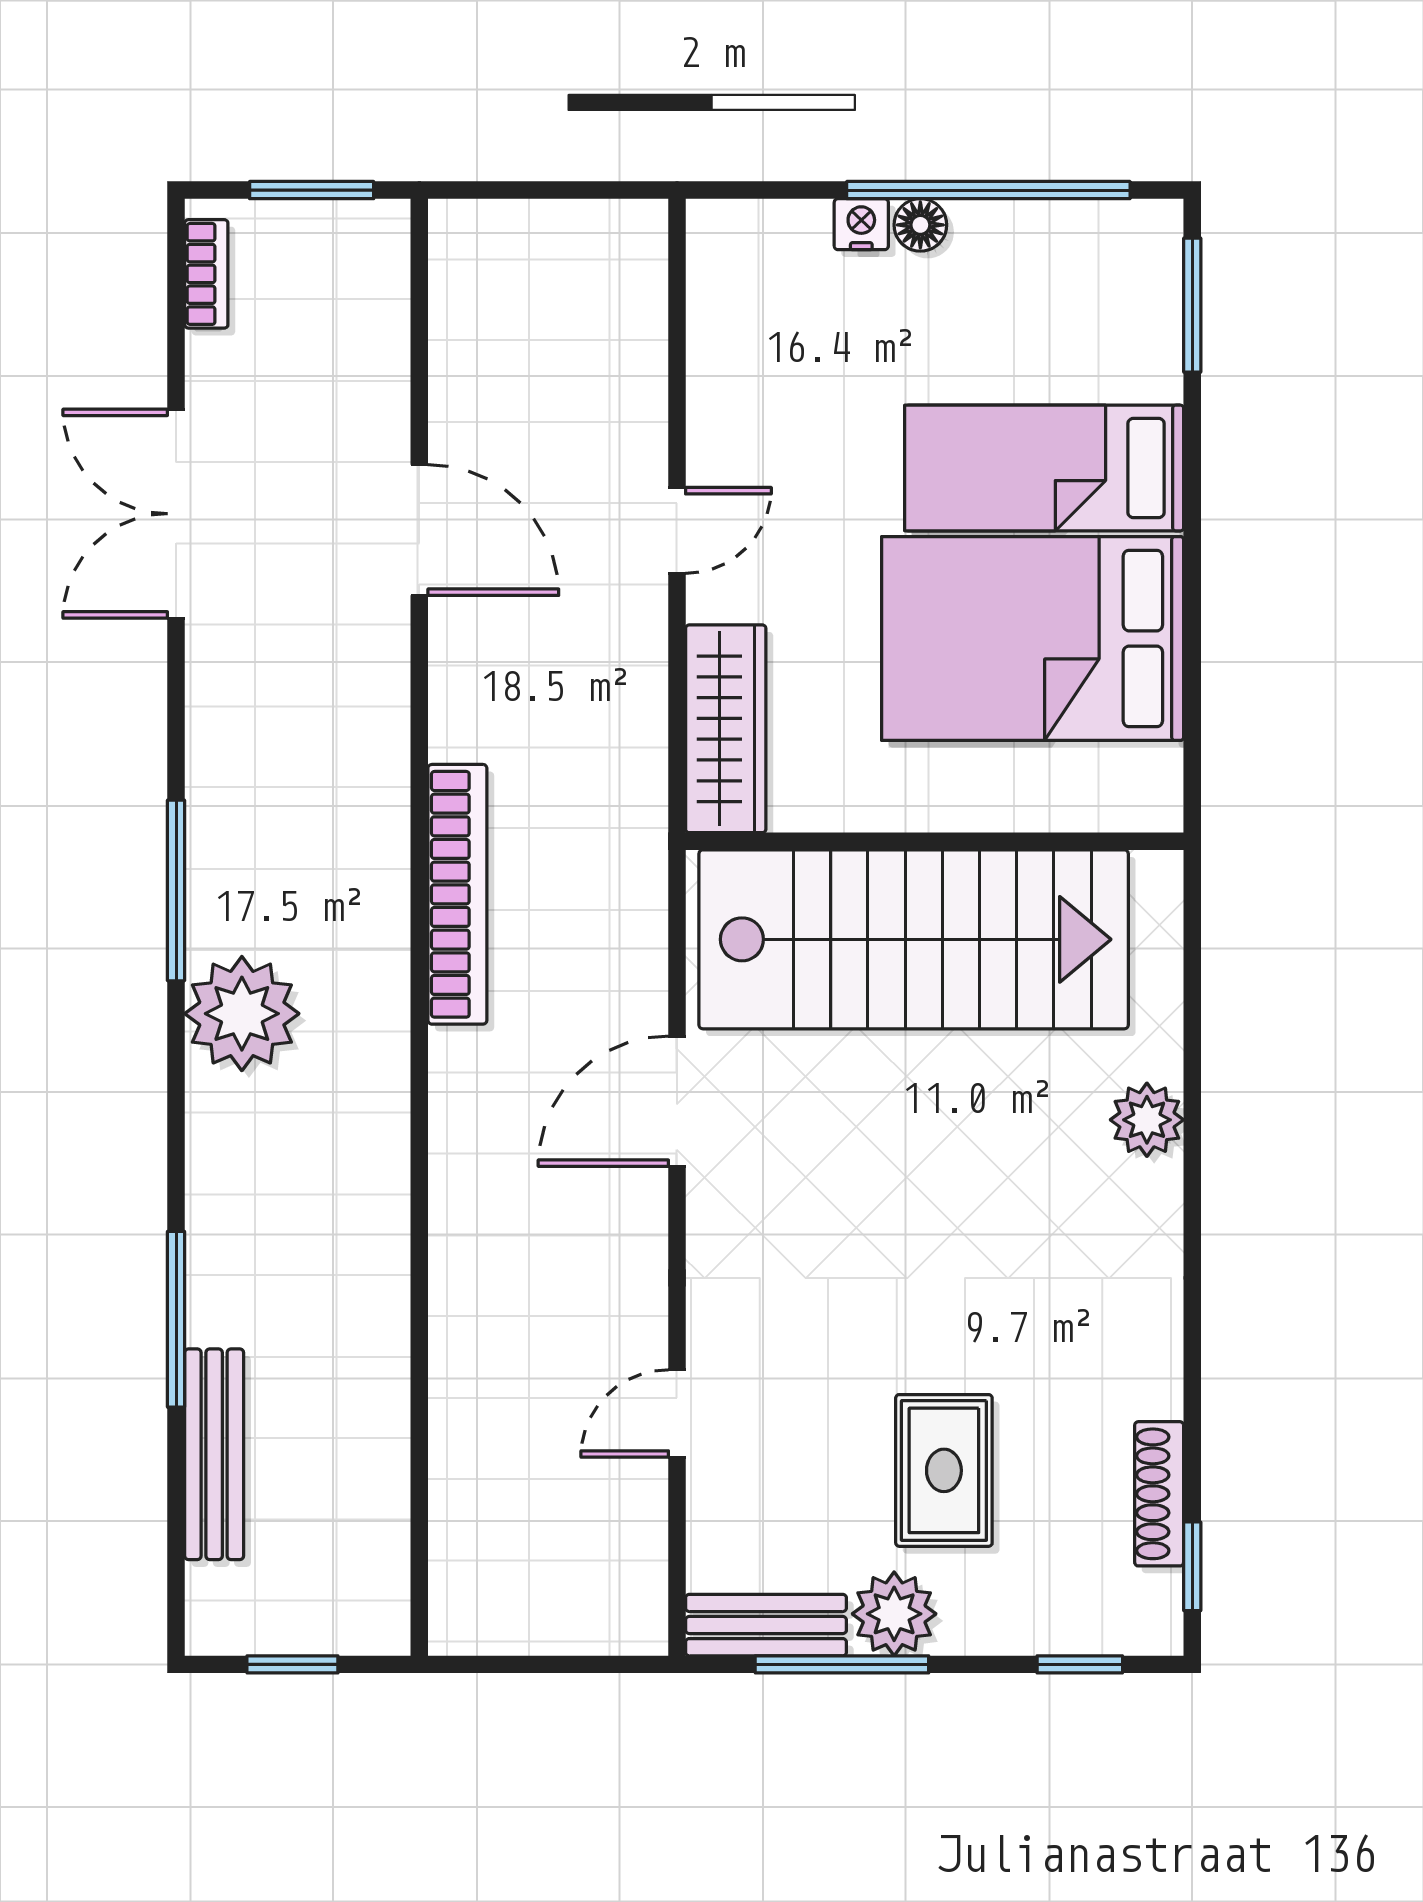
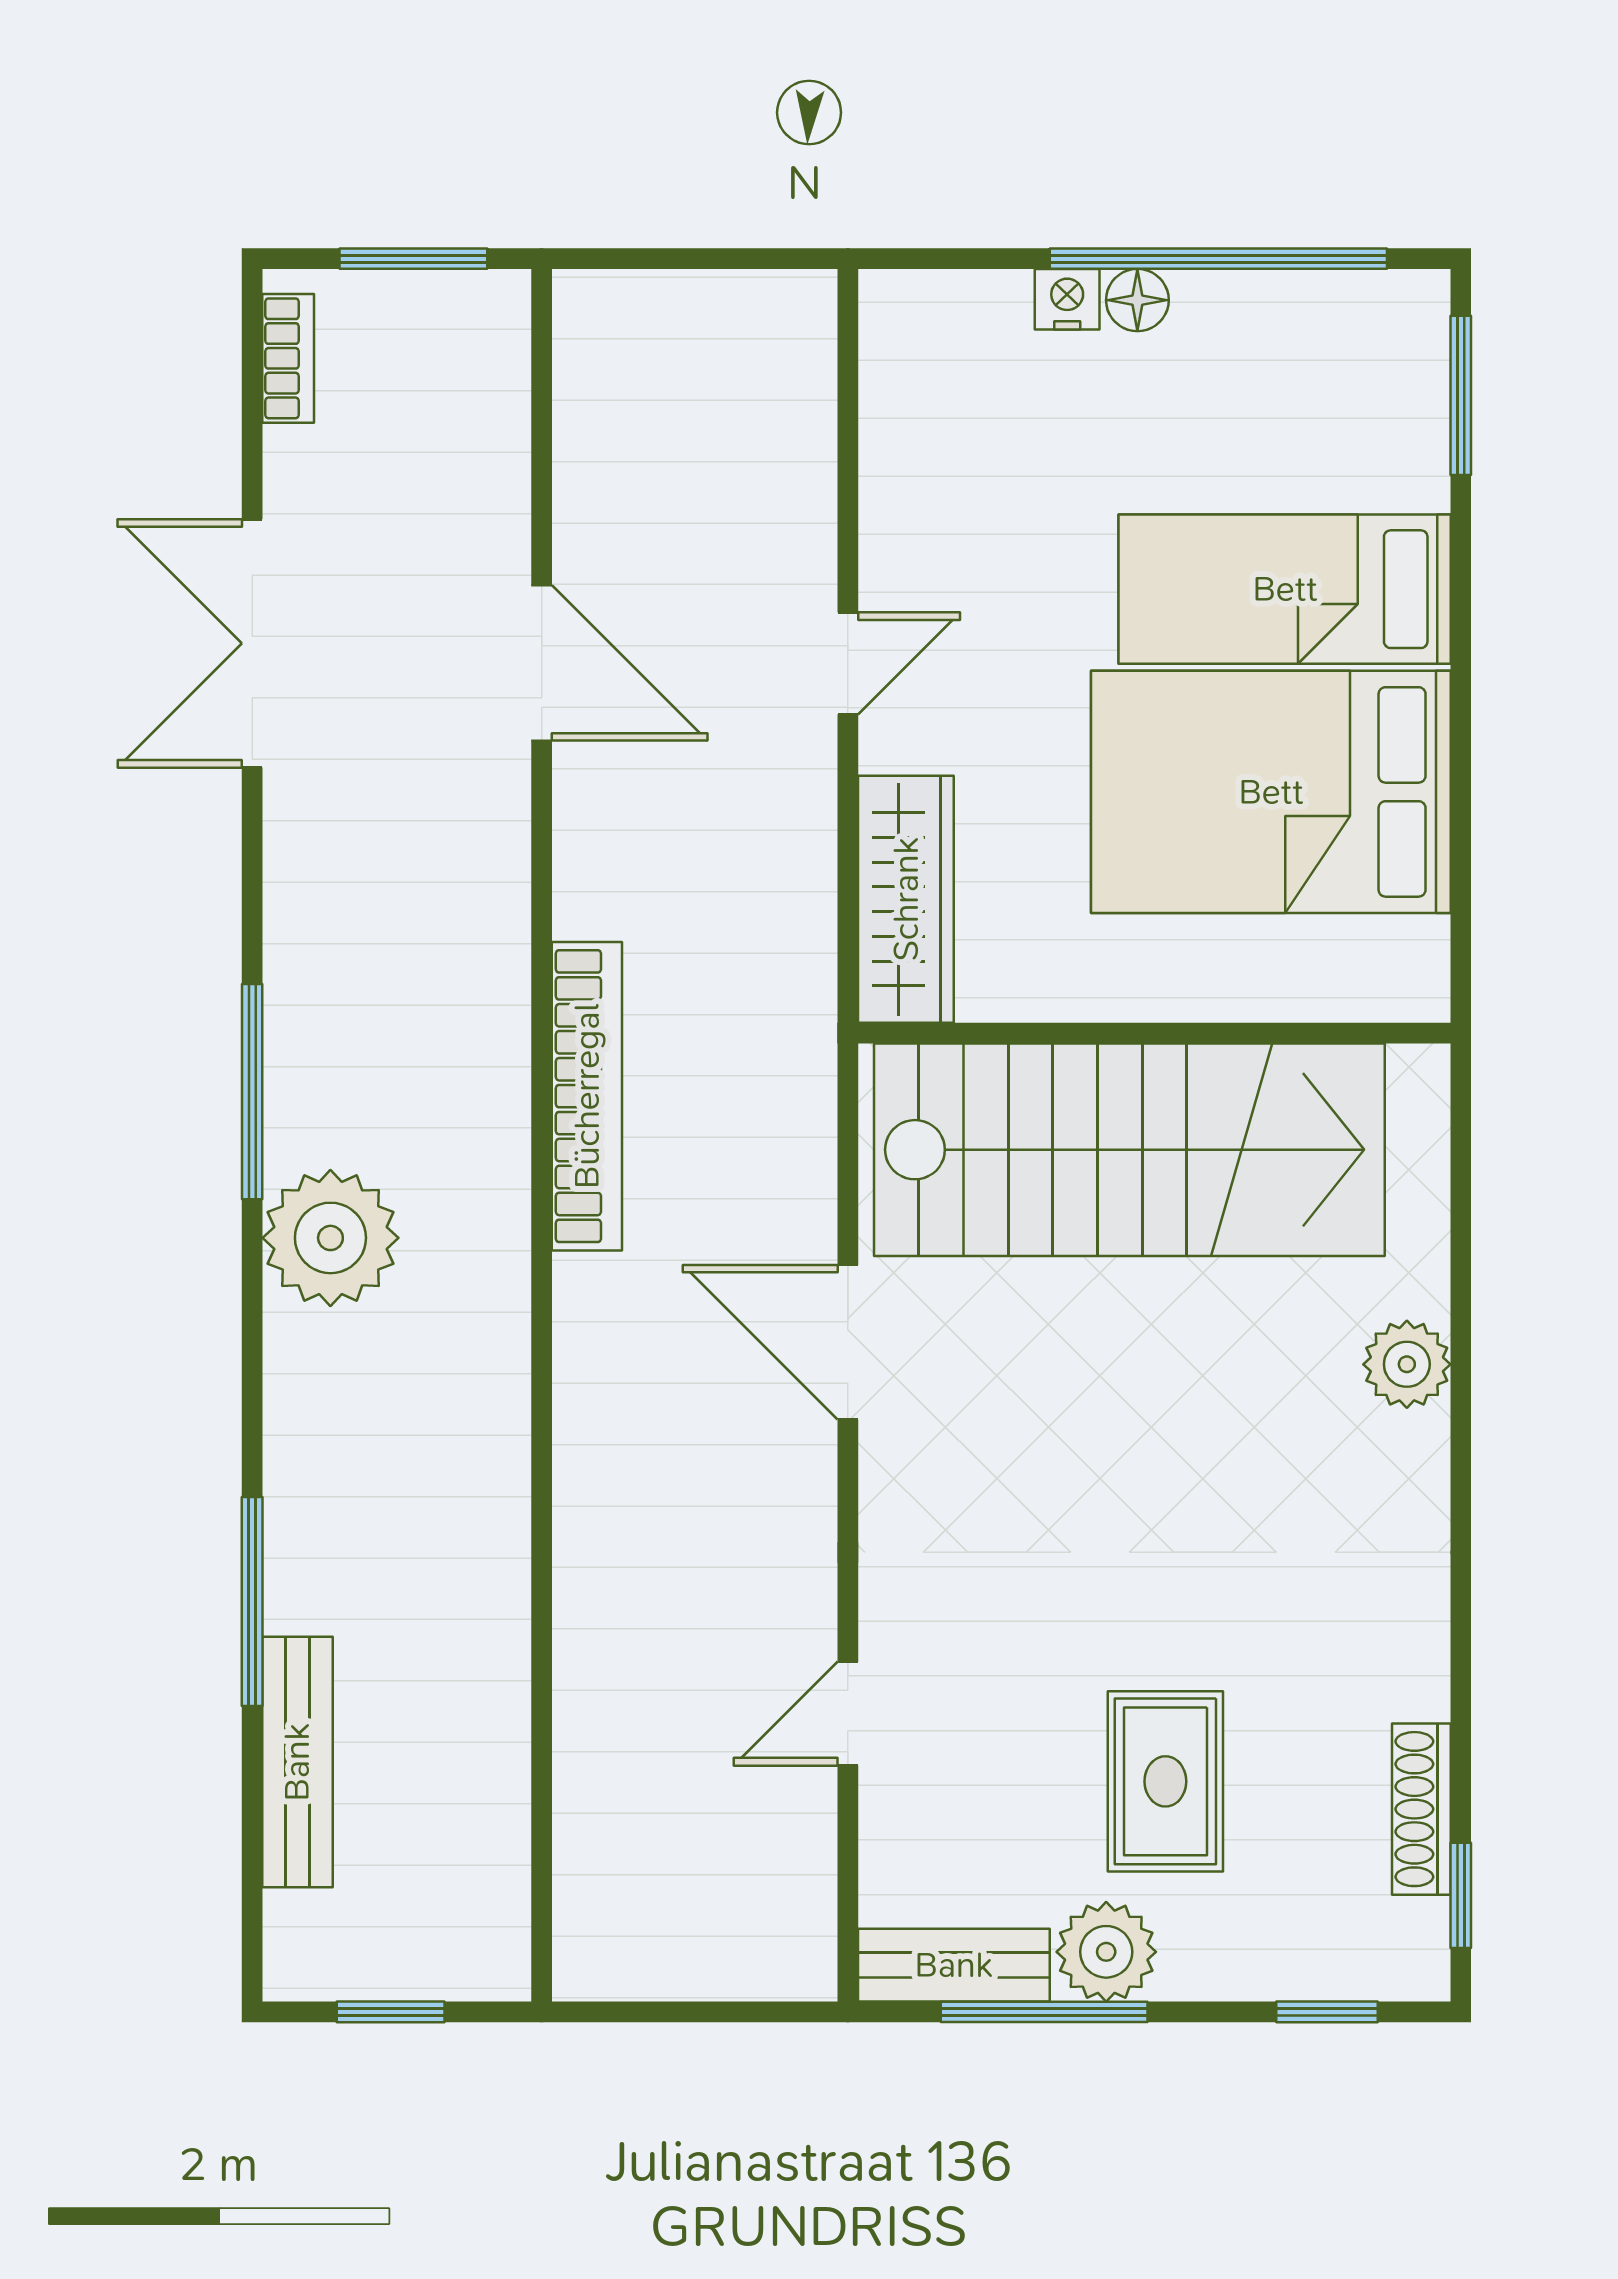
door: (677, 1101) -> (848, 1342), hinge flipped

